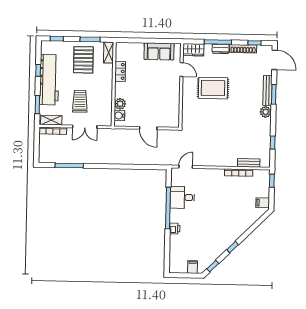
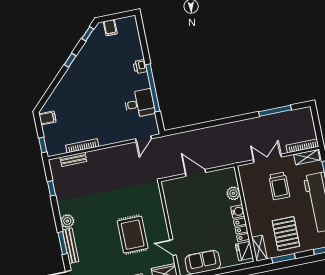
fridge: (122, 53) -> (244, 251), added
rug: (213, 88) -> (133, 235), turned 90
water cooler: (119, 116) -> (238, 211), moved

